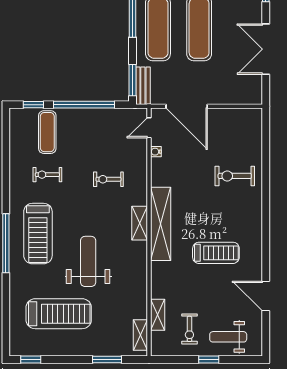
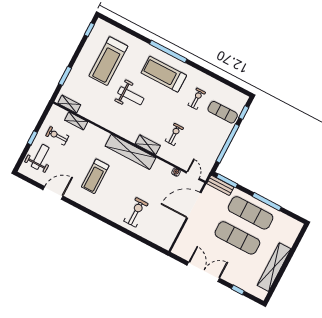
shelving: (140, 223) -> (148, 145), moved
weight bench: (88, 261) -> (131, 96), width x0.73, depth x0.75

